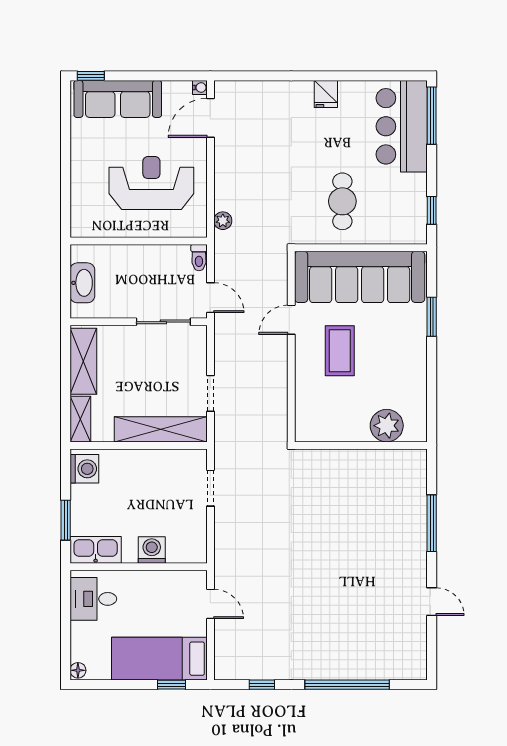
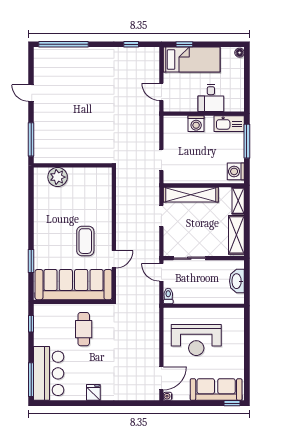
plant: (223, 221) -> (154, 318), removed
plant: (387, 426) -> (58, 177), moved
wall: (361, 445) -> (73, 165), moved
window: (66, 520) -> (247, 141), width x1.44
desk: (93, 599) -> (211, 98), moved, turned 90
window: (347, 685) -> (63, 44), moved

